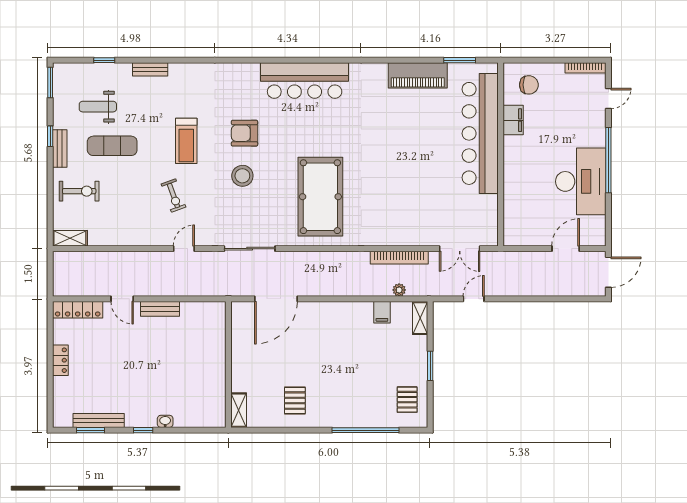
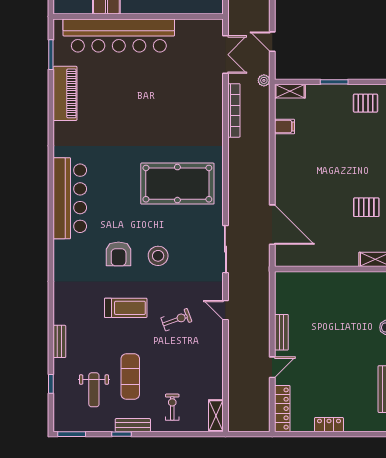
exercise bike: (79, 191) -> (172, 407), width x0.73, depth x0.72
plant: (399, 290) -> (264, 80), moved

